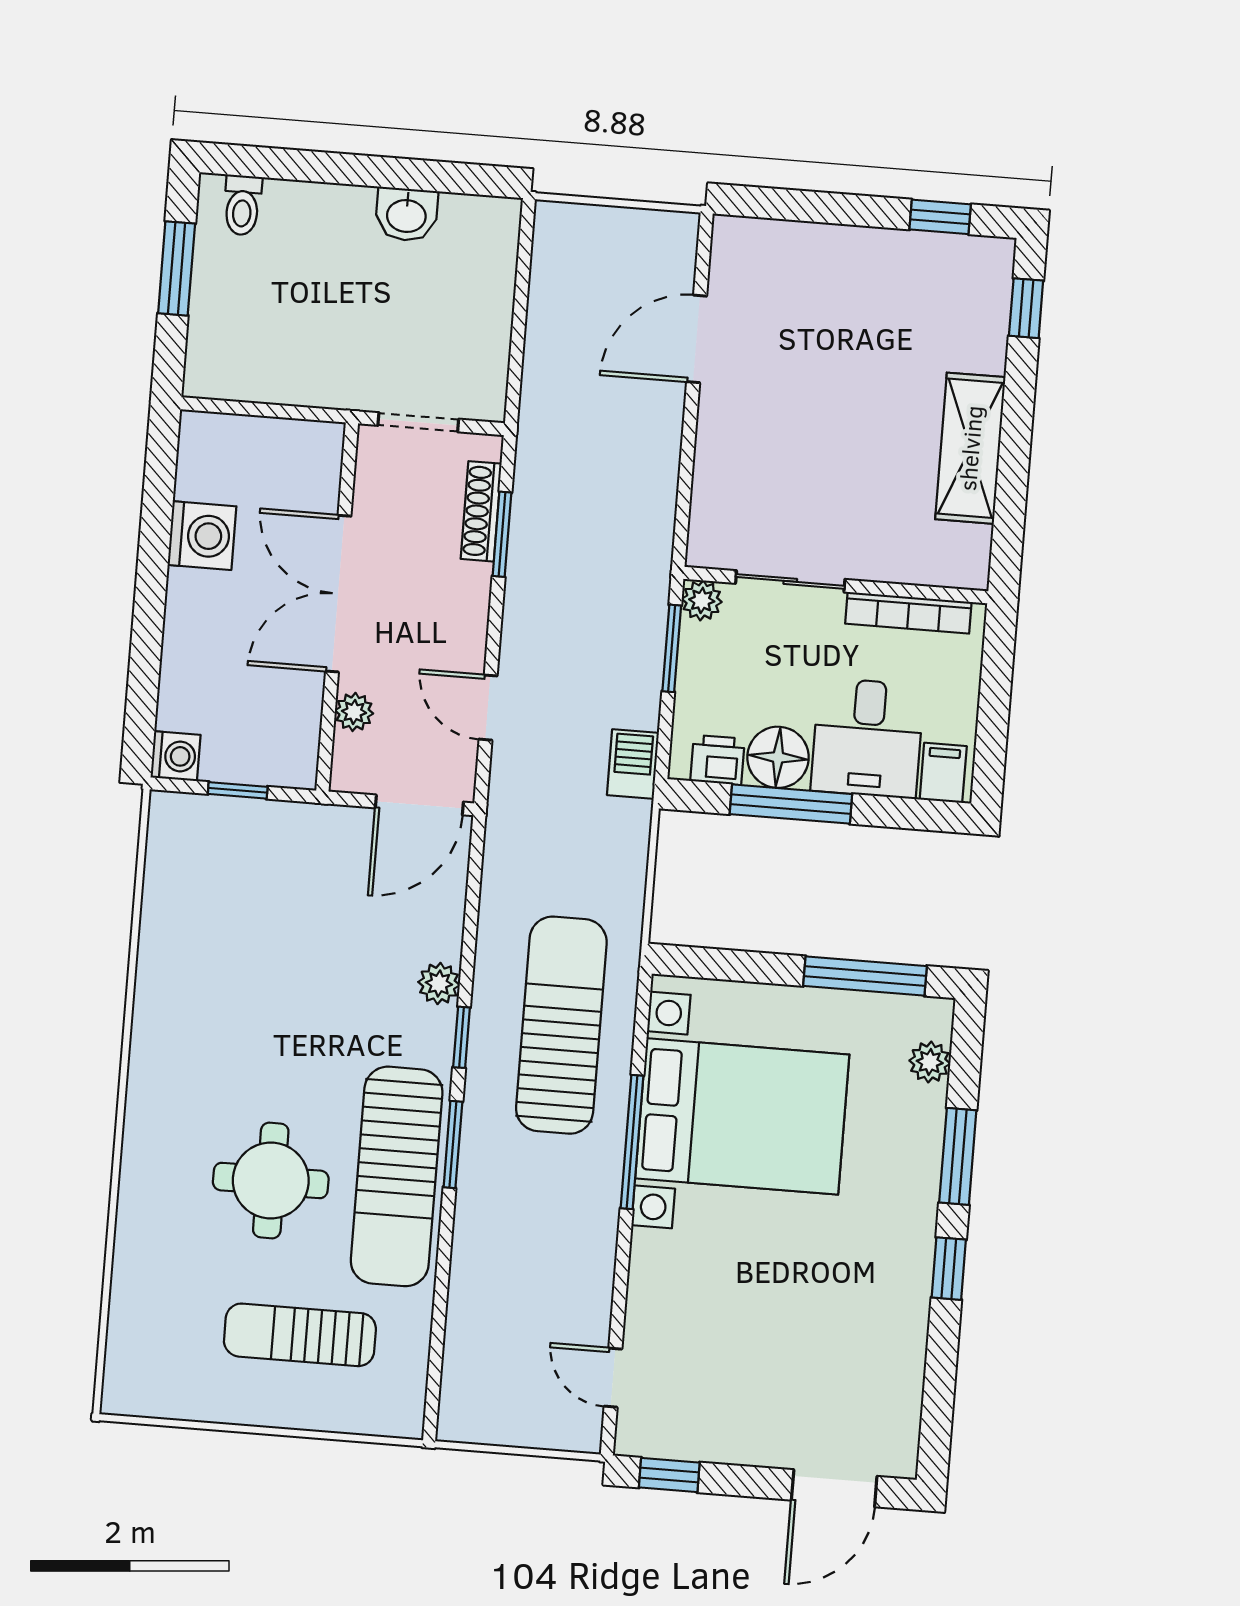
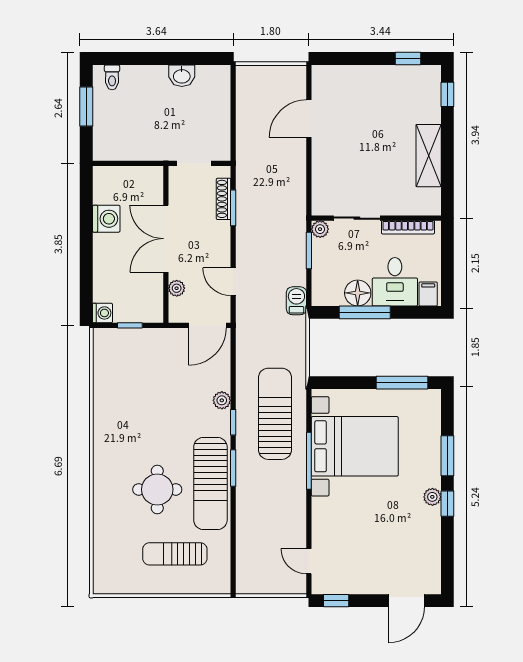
printer: (717, 760) -> (332, 296), removed
plant: (930, 1062) -> (432, 497), moved

